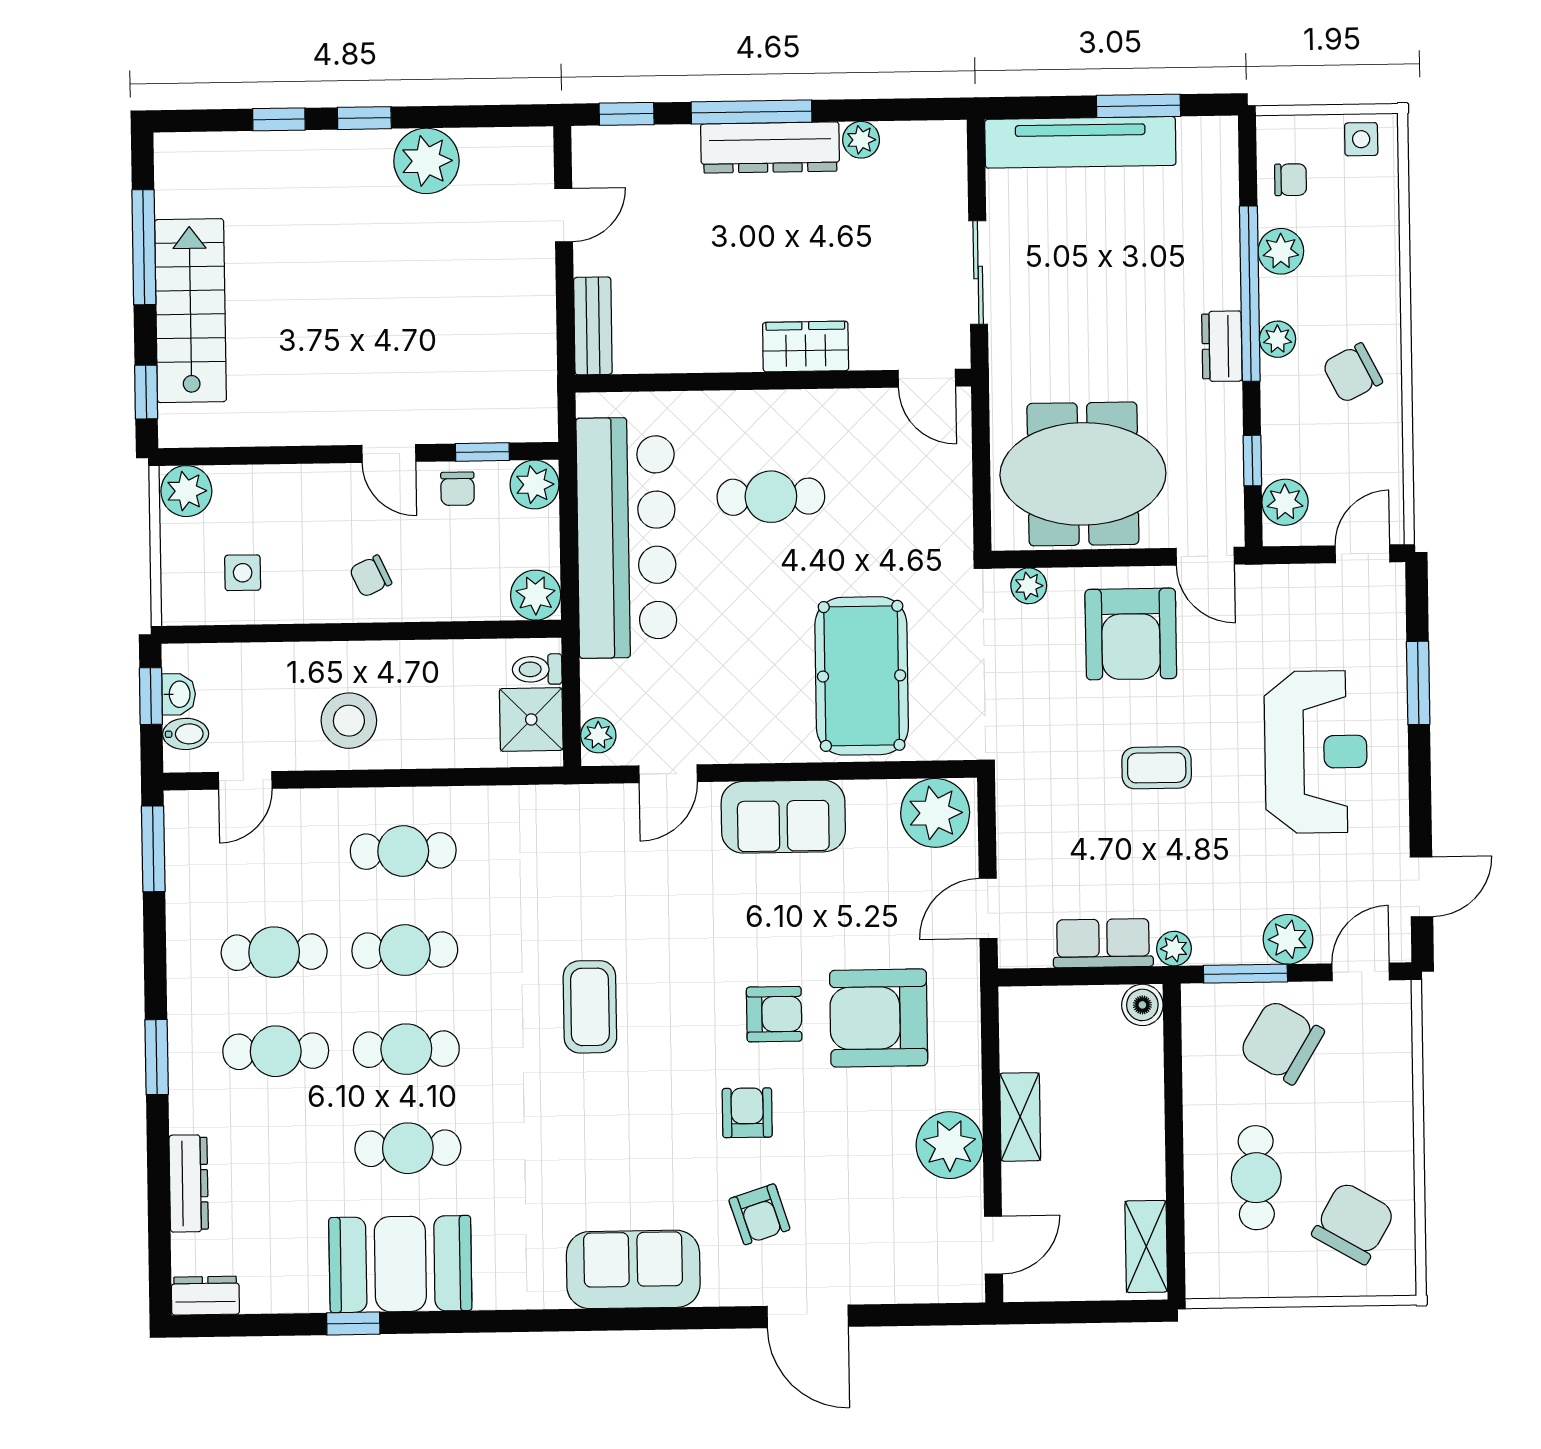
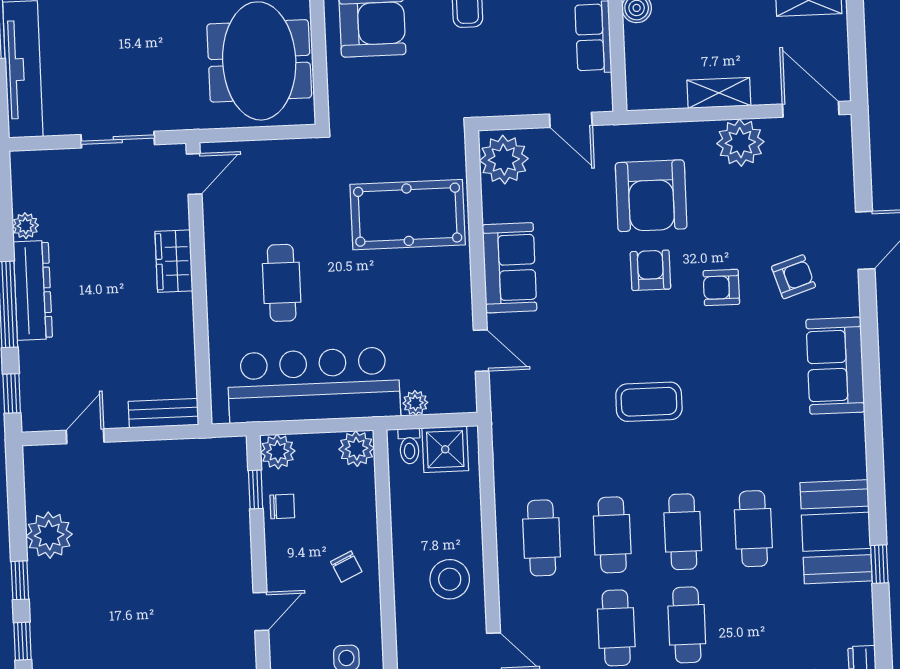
door: (564, 215) -> (85, 436), hinge flipped
door: (389, 453) -> (261, 611), moved
plant: (1029, 586) -> (340, 97), removed
plant: (598, 735) -> (415, 403), moved
door: (993, 1245) -> (811, 109), width x1.38

